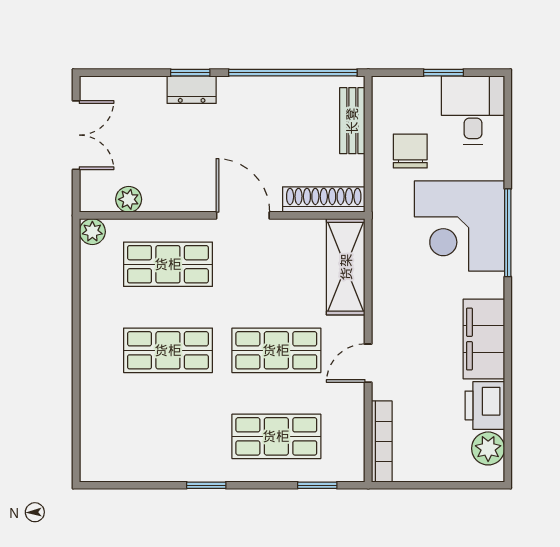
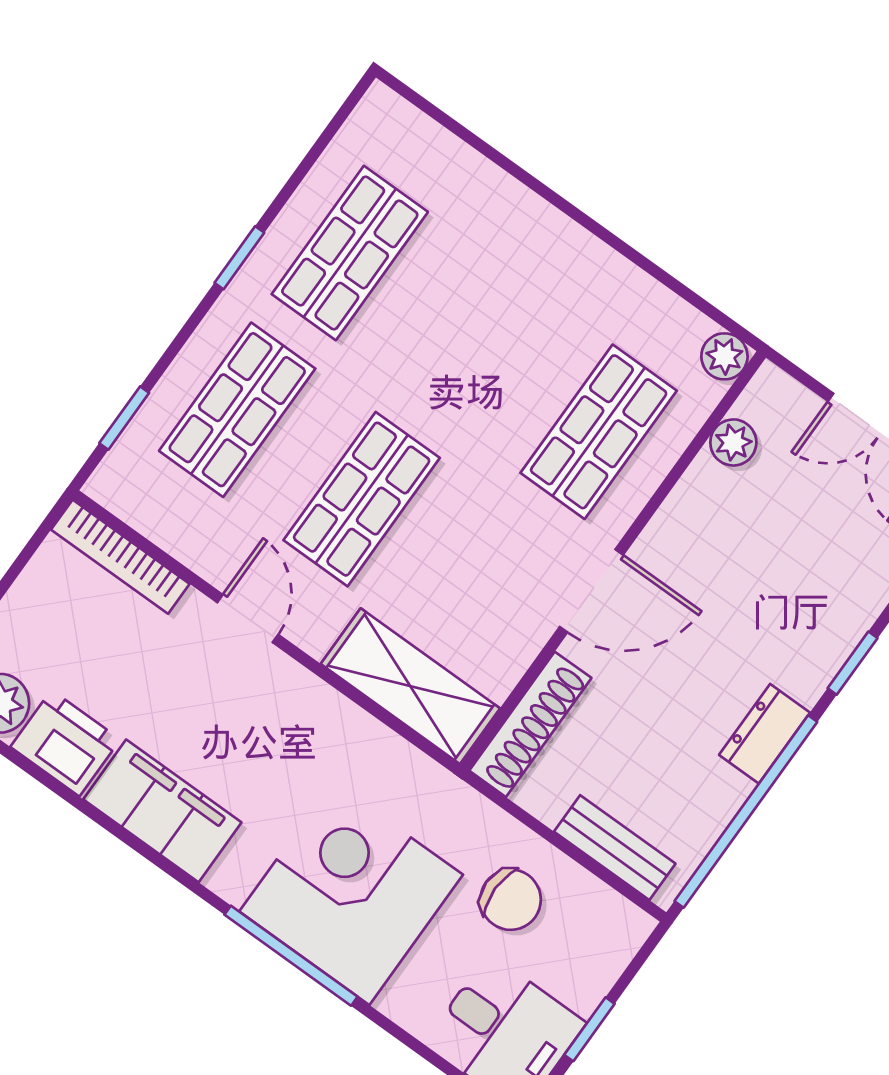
dresser: (192, 90) -> (764, 734), moved
shop shelf: (168, 350) -> (350, 253), moved

